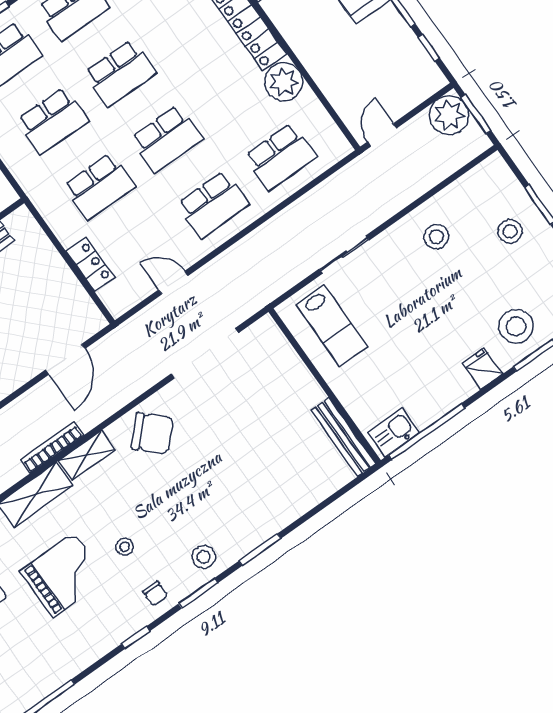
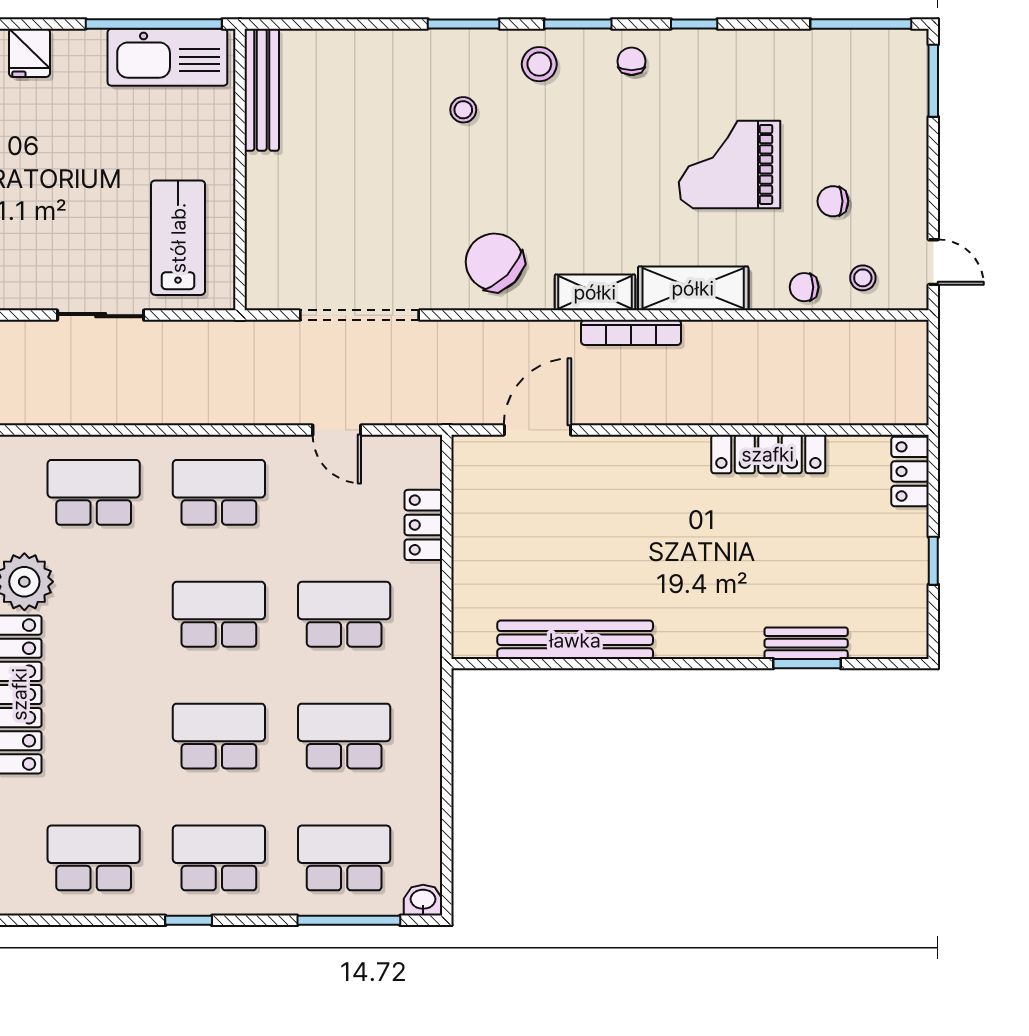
kitchen sink: (394, 432) -> (167, 57), width x1.87, depth x1.24
stool: (125, 547) -> (463, 110), moved

